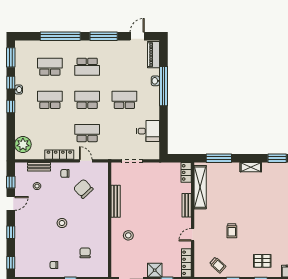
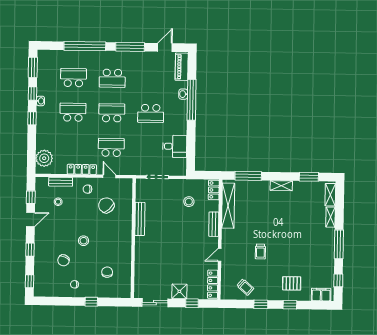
school desk: (124, 100) -> (151, 113), turned 180
stool: (128, 235) -> (189, 202), moved
chair: (43, 242) -> (63, 260), added

